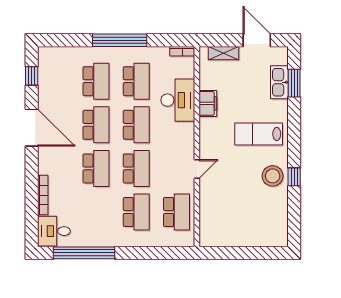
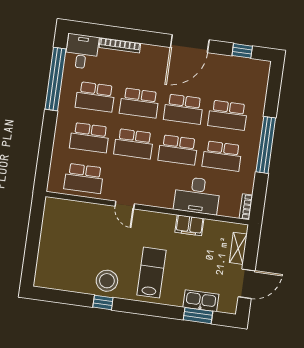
school desk: (96, 212) -> (95, 97), added

